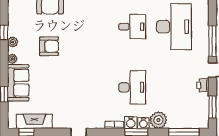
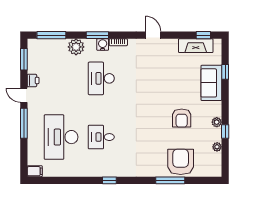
armchair: (49, 46) -> (182, 118), turned -90
plant: (12, 59) -> (217, 147), moved
water cooler: (143, 123) -> (90, 44), removed

